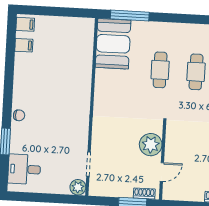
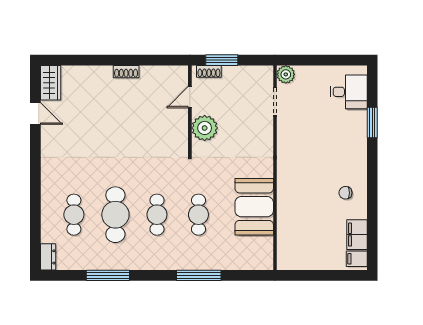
window: (130, 16) -> (199, 275), moved
booth: (113, 44) -> (254, 207), moved
filing cabinet: (24, 45) -> (357, 235), width x2.00
chair: (19, 115) -> (345, 193), moved

